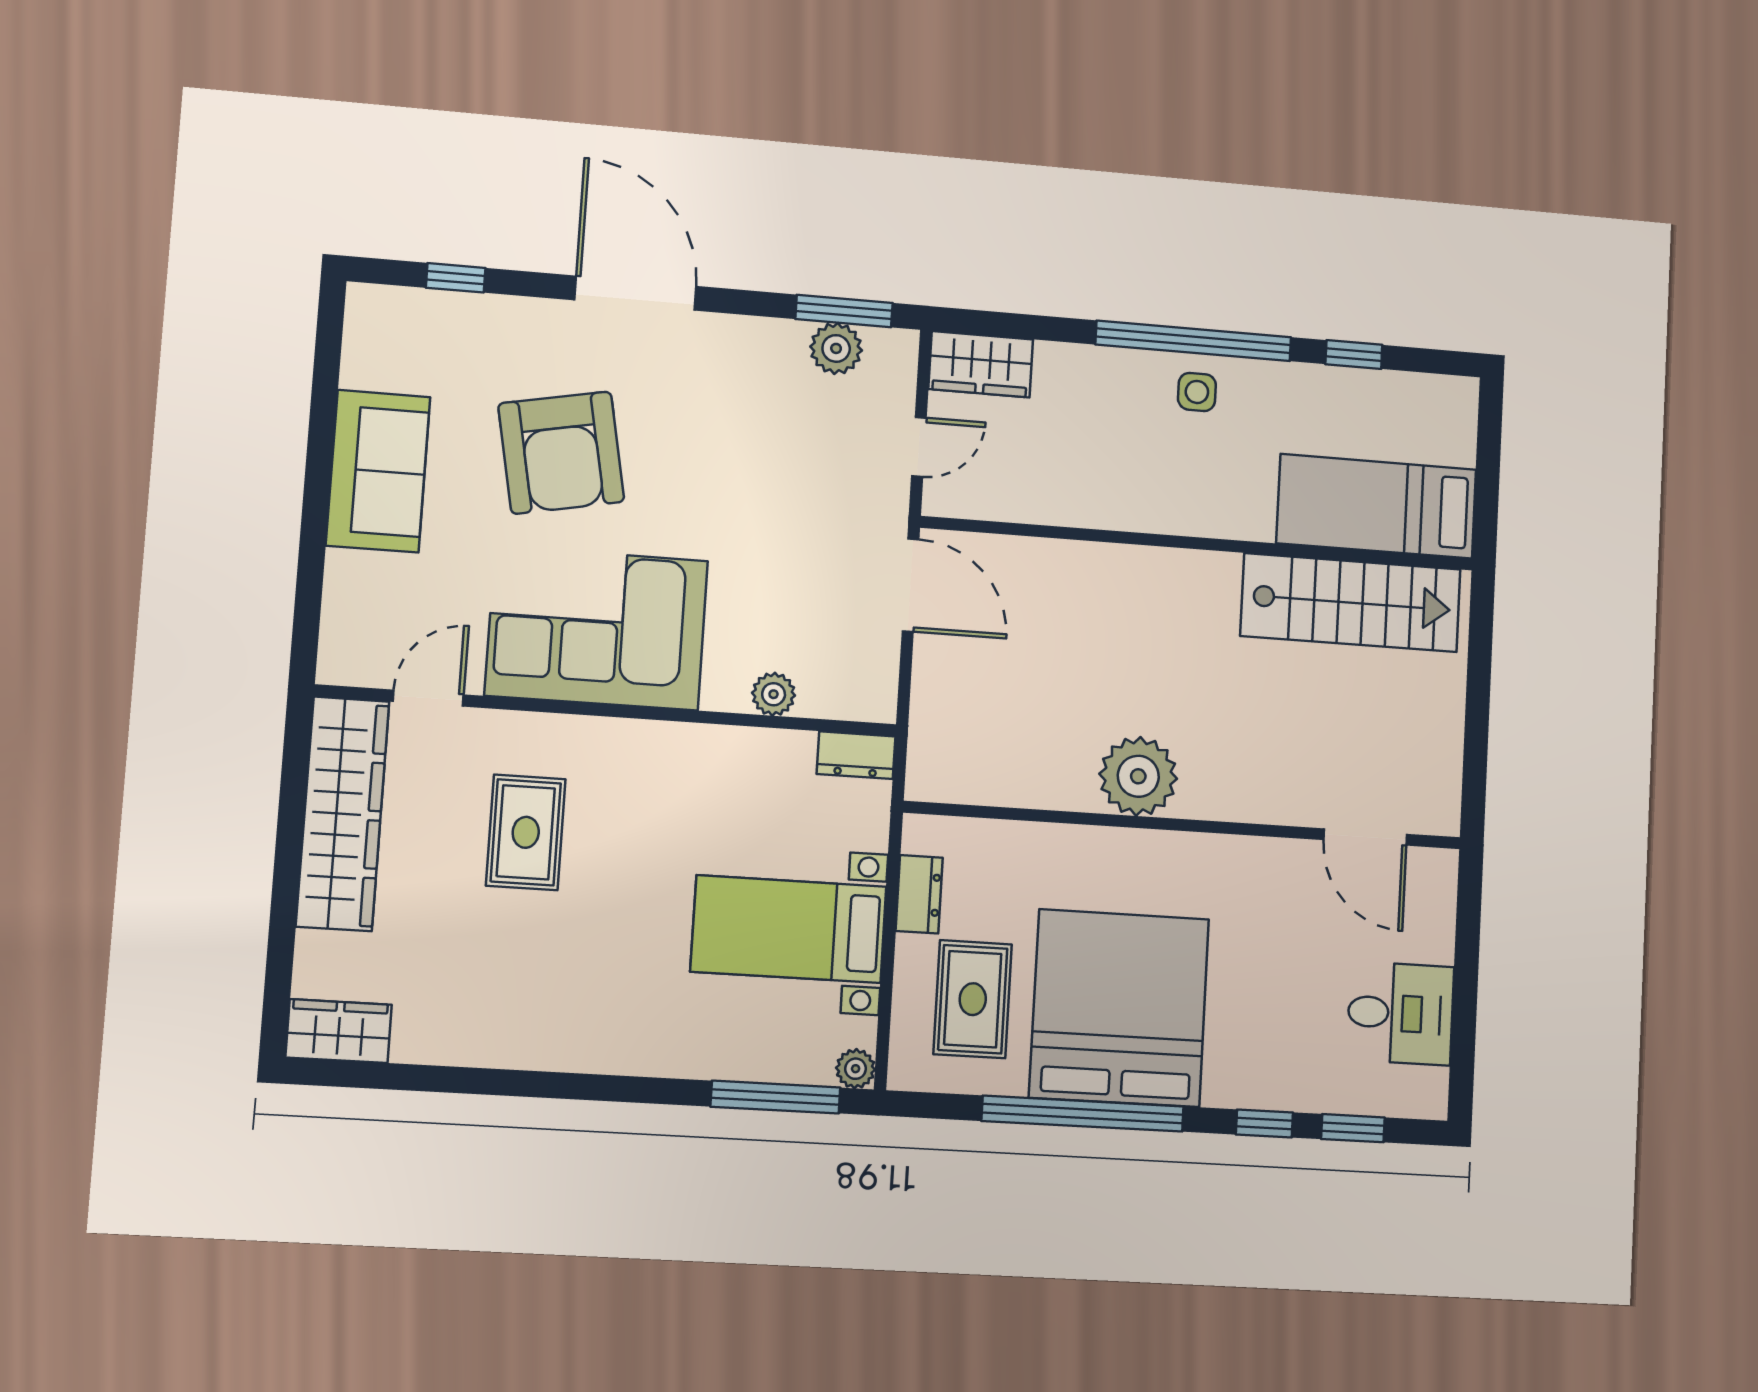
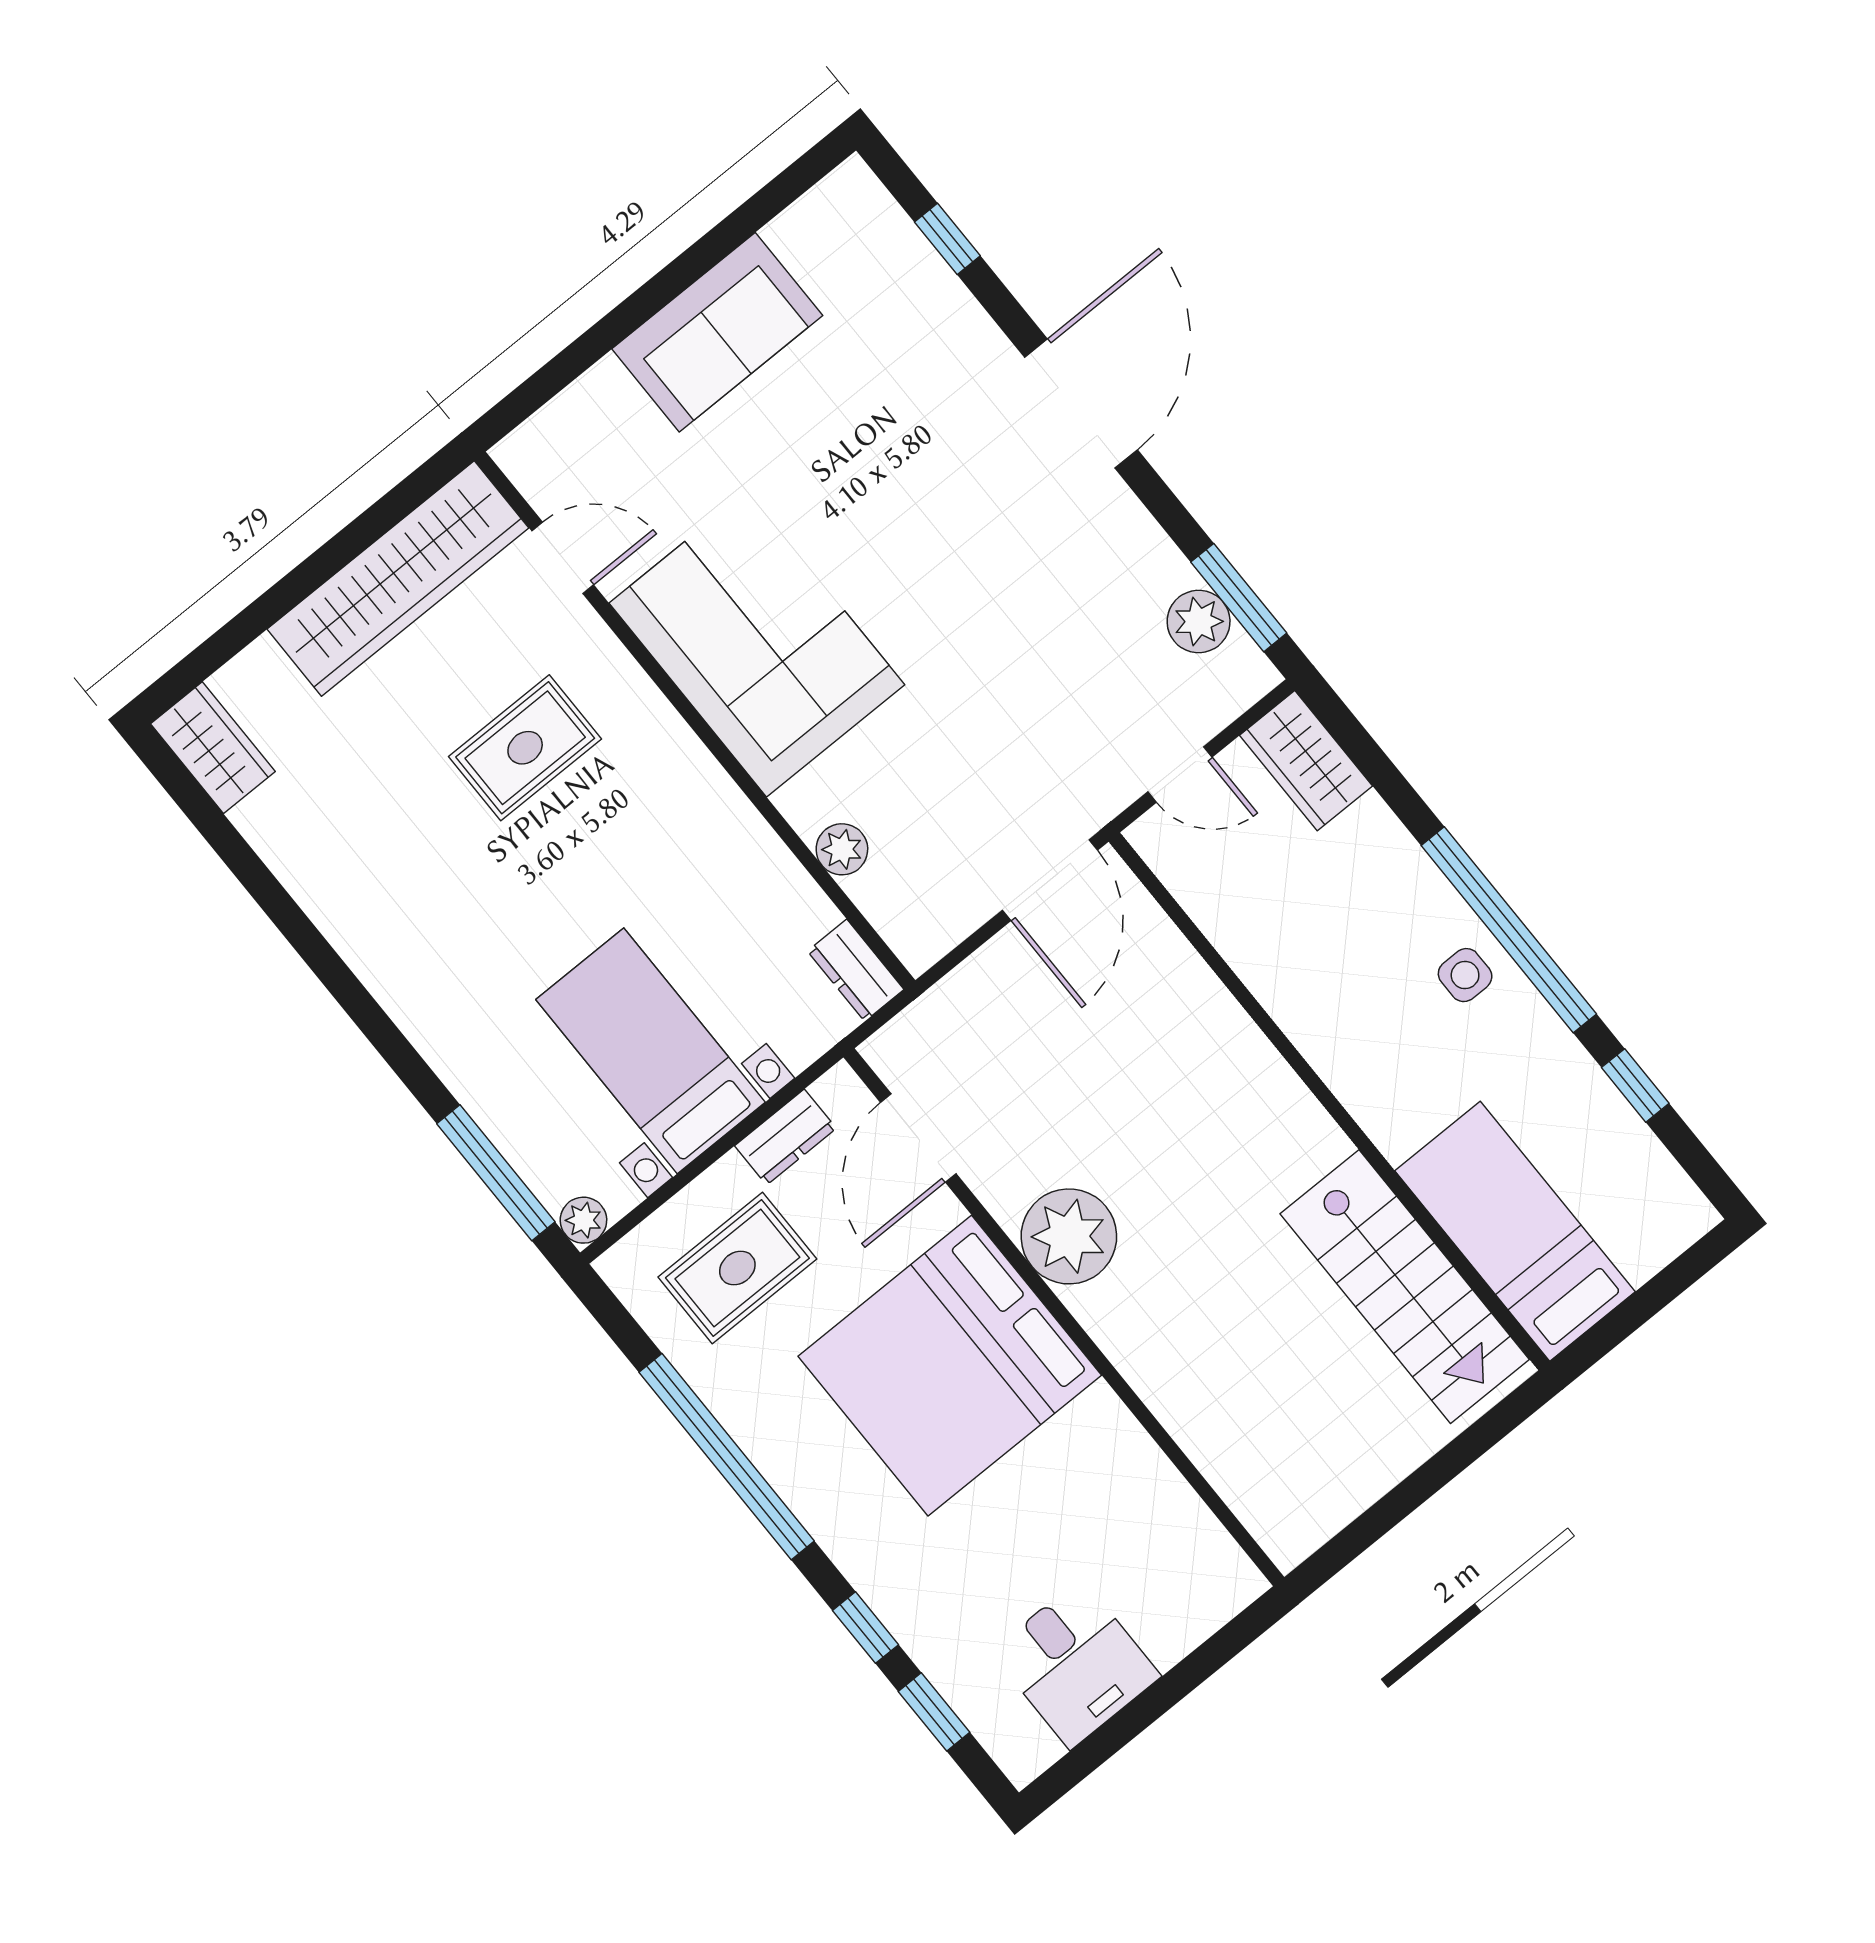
armchair: (561, 453) -> (881, 471), removed
door: (1365, 837) -> (918, 1138), moved
bed: (1119, 1008) -> (950, 1366), moved, turned 180

